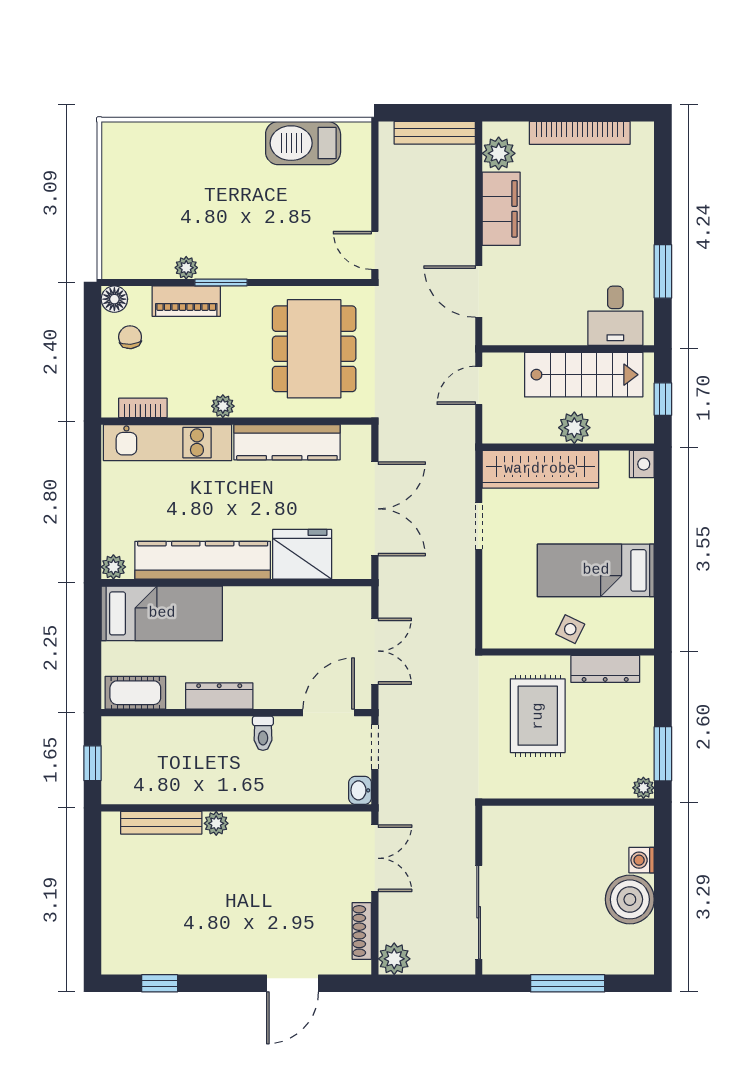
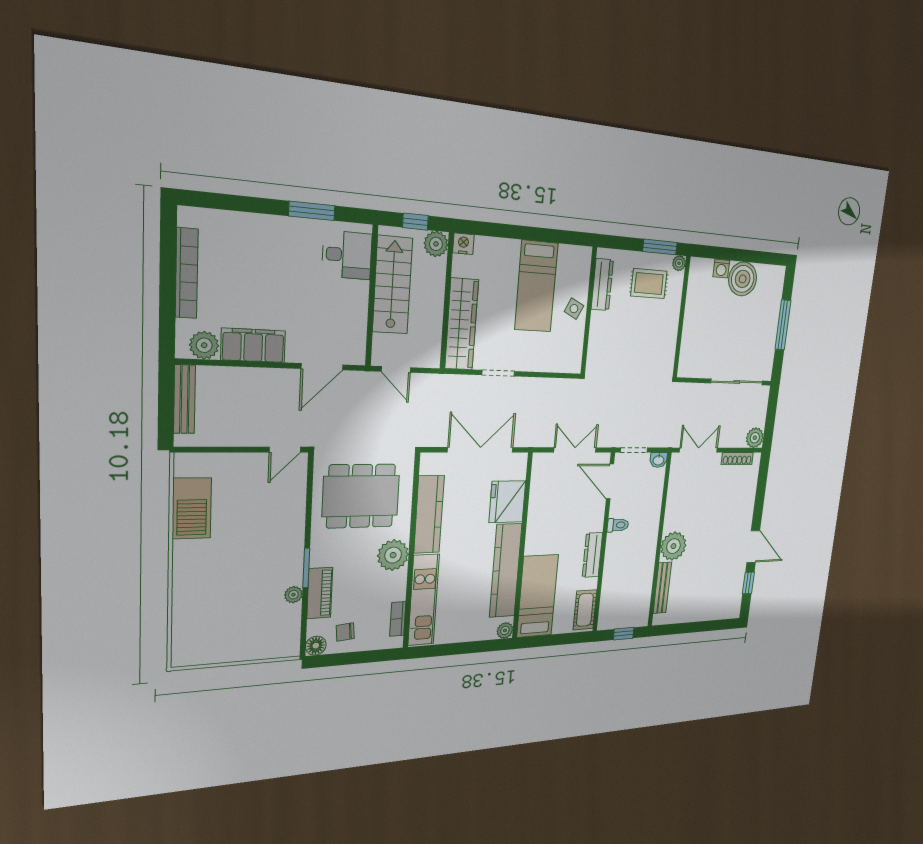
plant: (223, 406) -> (393, 555), width x1.88, depth x1.88
plant: (574, 428) -> (436, 244), moved
rug: (538, 716) -> (649, 284), moved, width x0.73, depth x0.70
plant: (216, 823) -> (673, 546), width x1.87, depth x1.87
door: (292, 983) -> (753, 547), moved

